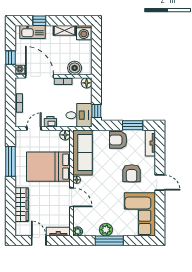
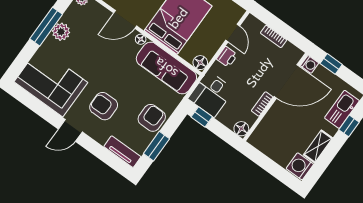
boiler: (75, 68) -> (268, 127), removed

